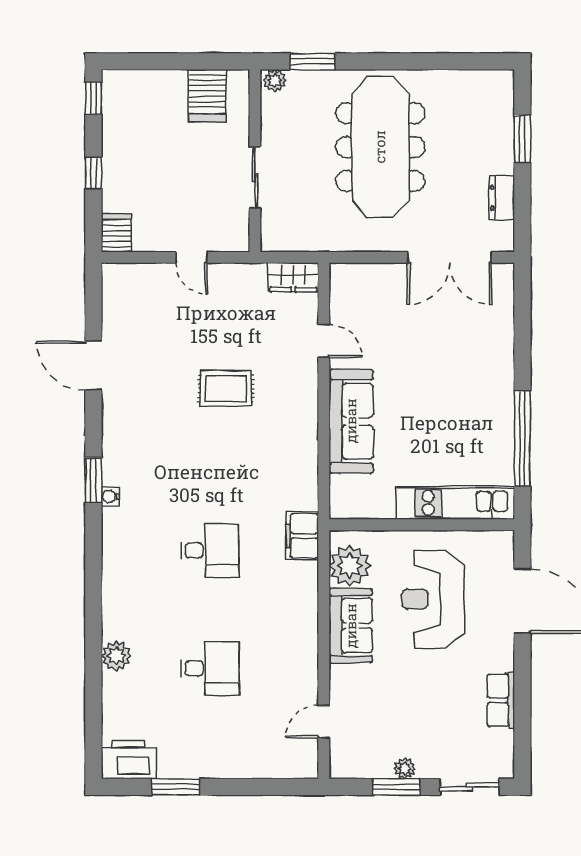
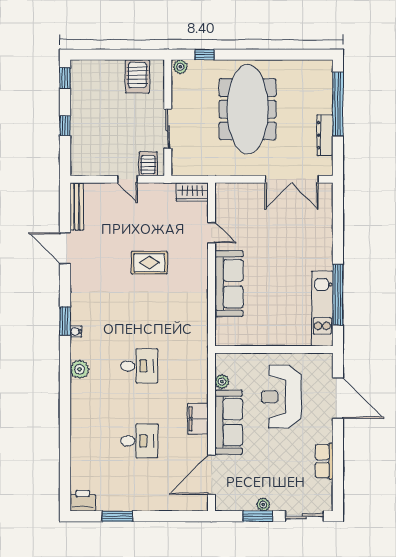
window: (313, 61) -> (204, 55), width x0.67
window: (522, 139) -> (338, 104), width x2.11
dresser: (502, 198) -> (325, 135), width x1.44
server rack: (117, 233) -> (148, 164), moved
bench: (112, 300) -> (77, 207), added
kitchen unit: (455, 503) -> (322, 309), moved, turned -90
filing cabinet: (302, 536) -> (198, 419), moved
plant: (350, 566) -> (222, 382), width x0.53, depth x0.53
sofa: (351, 626) -> (229, 422), width x1.36
plant: (116, 656) -> (80, 369), moved
door: (324, 722) -> (212, 475), width x1.88
printer: (129, 759) -> (83, 501), width x0.73, depth x0.84

